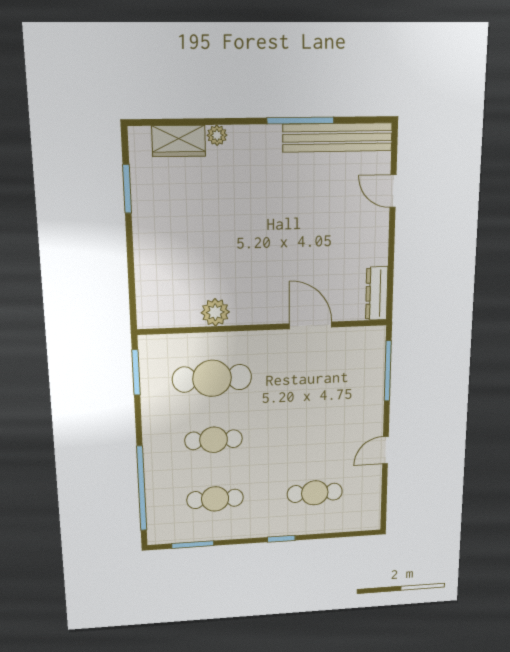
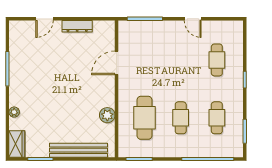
bench: (338, 137) -> (78, 150), moved, turned 90
wardrobe: (179, 141) -> (17, 144), moved
dresser: (377, 293) -> (77, 26), moved

